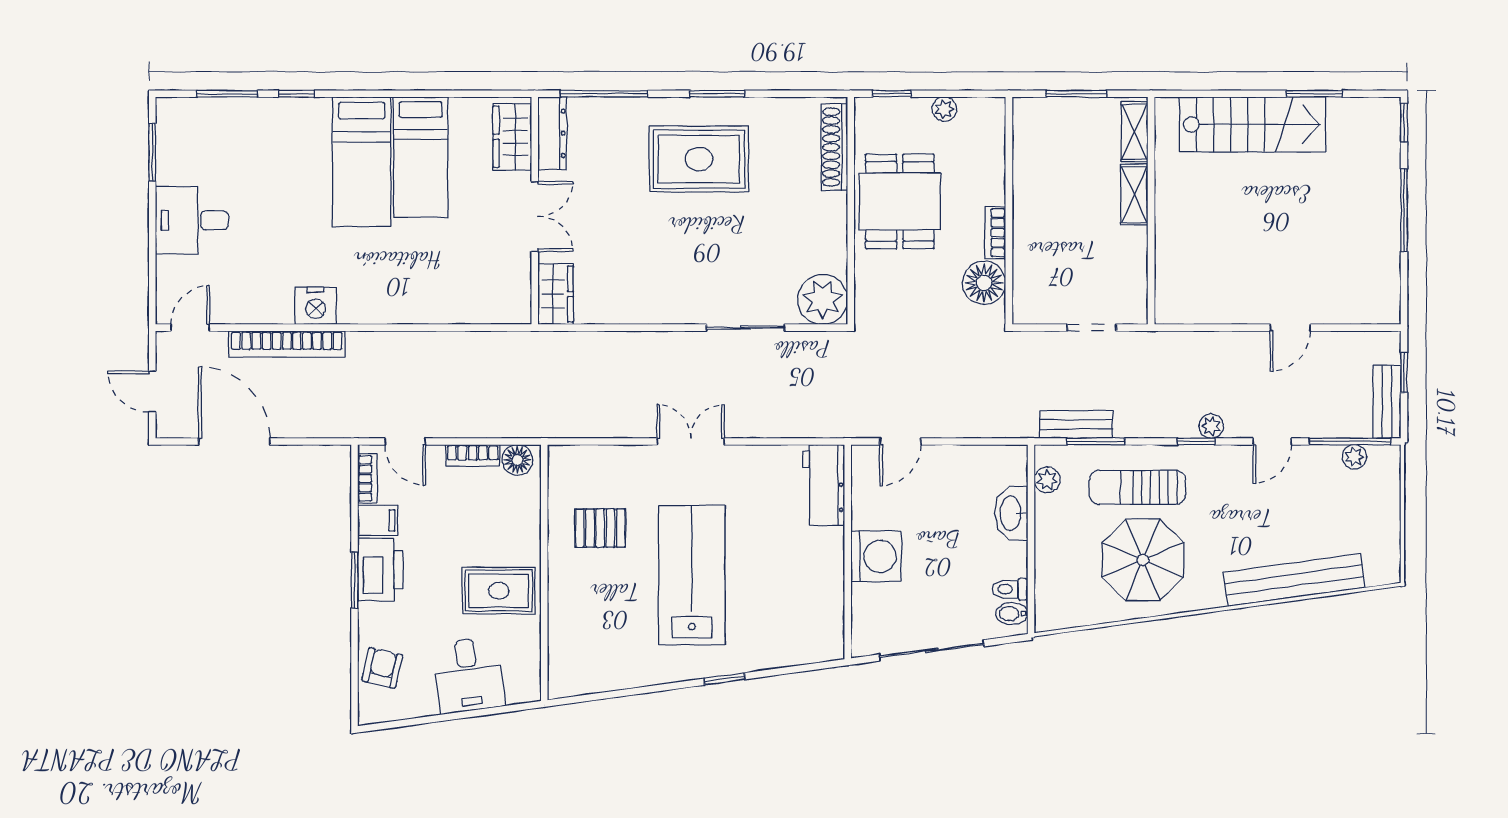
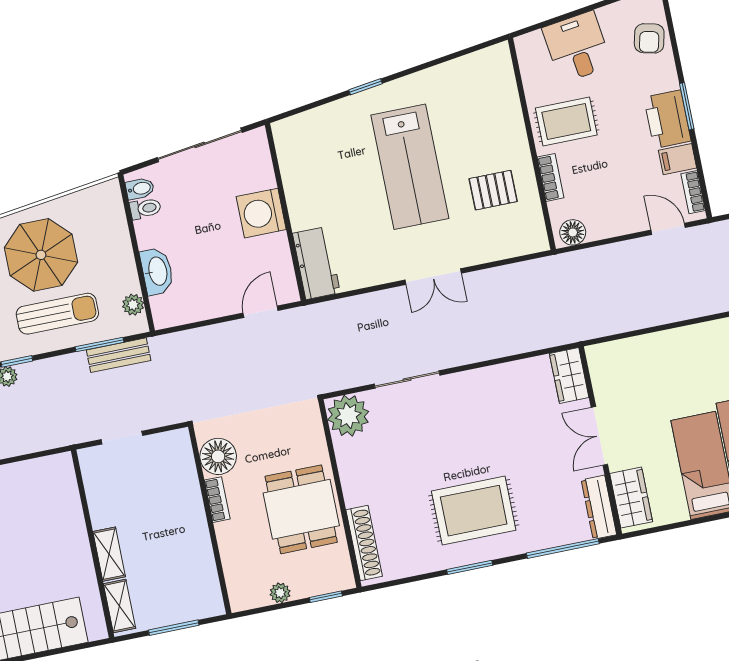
bookcase: (473, 455) -> (551, 177), moved, turned 90

